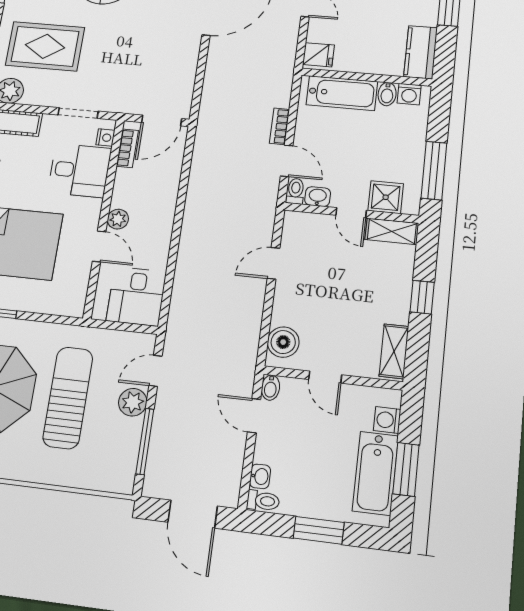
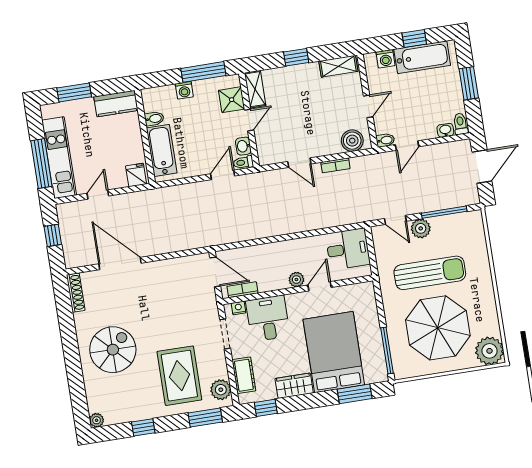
washing machine: (409, 94) -> (184, 90), moved, turned 90
bookcase: (279, 126) -> (335, 165), moved
sun lounger: (68, 398) -> (430, 273), turned 180
window: (406, 469) -> (414, 39), width x0.67

